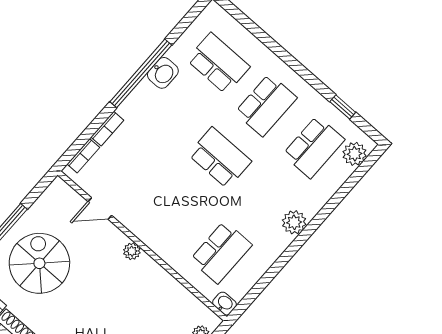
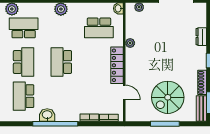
school desk: (266, 105) -> (24, 62), turned 90
locker: (147, 232) -> (117, 65), added
plant: (132, 251) -> (130, 43), moved
school desk: (221, 252) -> (99, 28), turned 180

